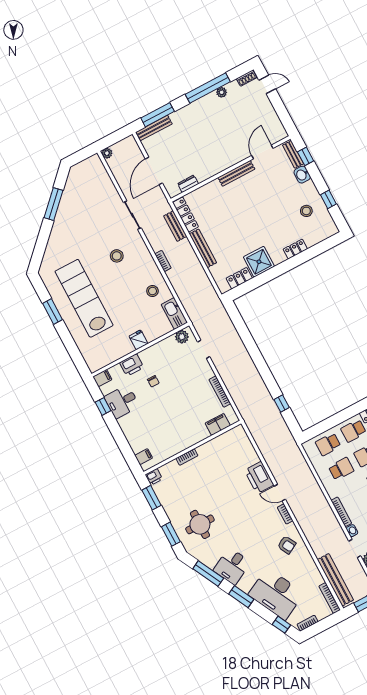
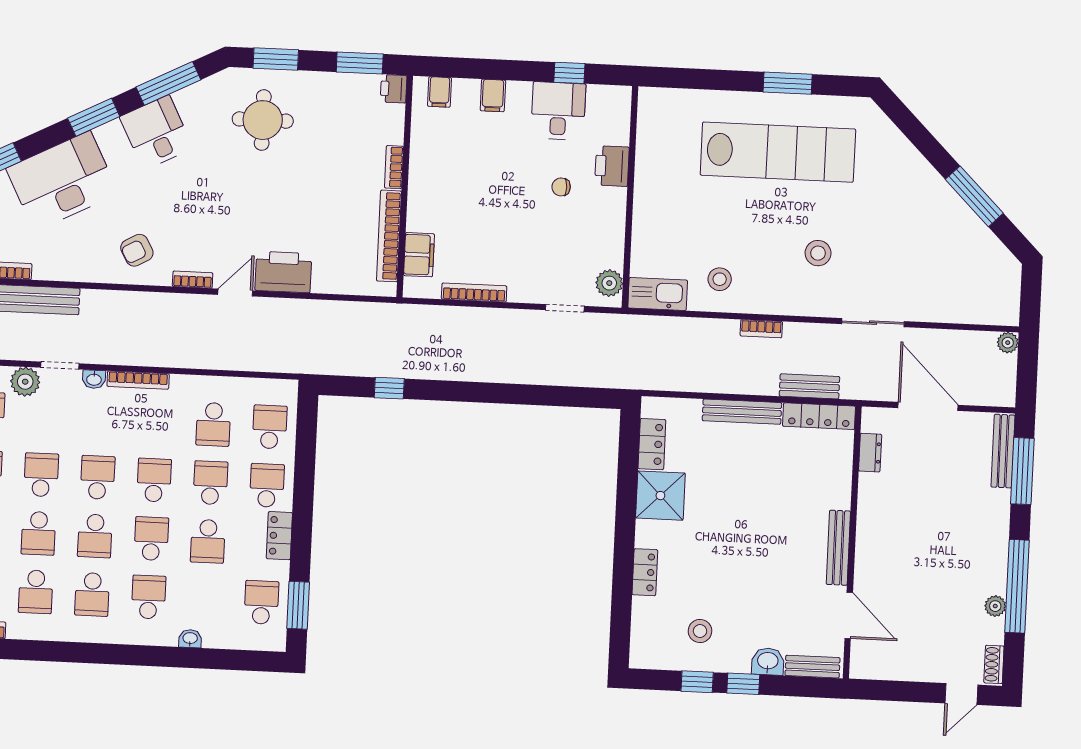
window: (306, 156) -> (743, 684), moved
fridge: (138, 340) -> (649, 204), removed
filing cabinet: (102, 378) -> (493, 95), moved
bookcase: (217, 442) -> (389, 236), added

